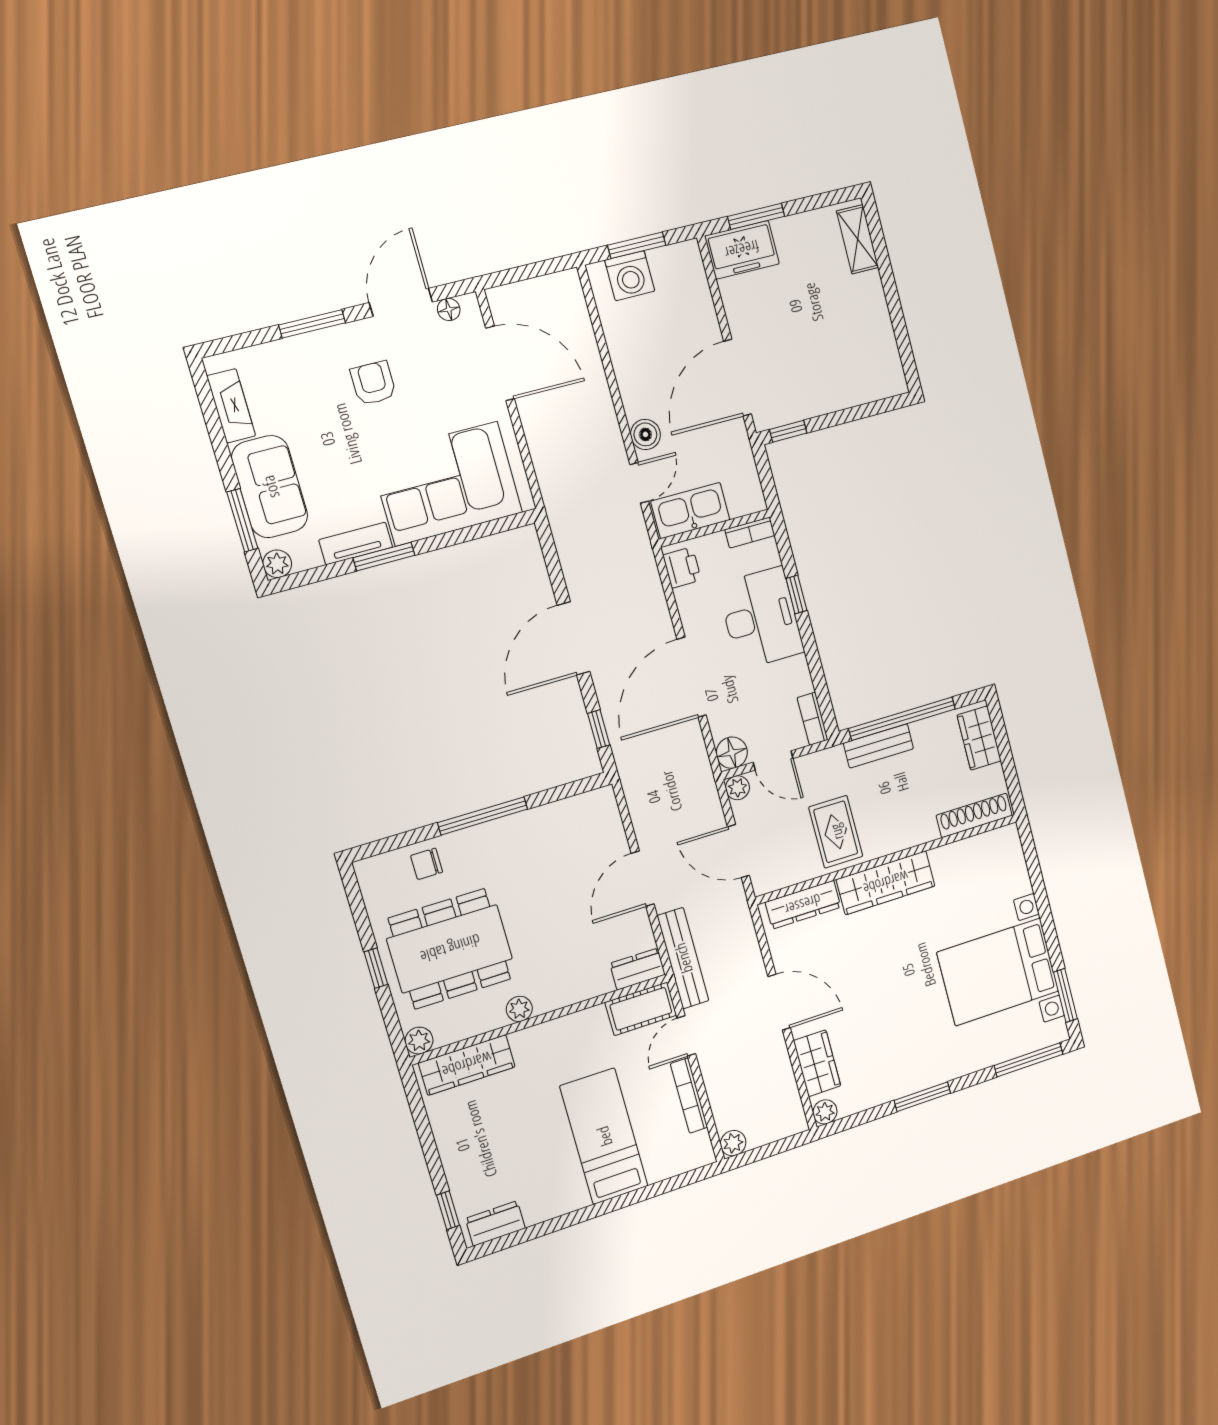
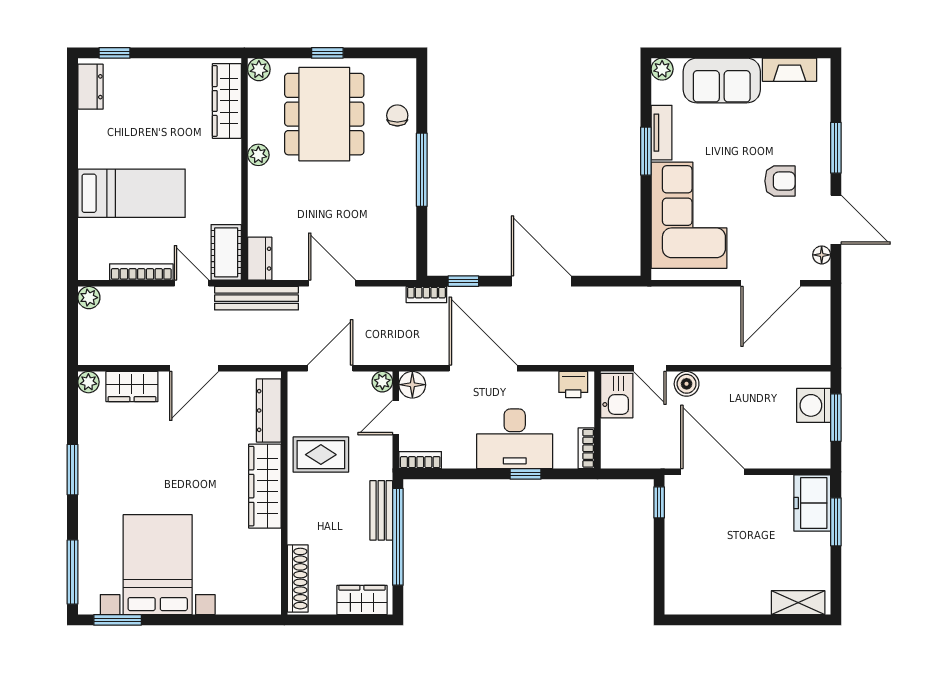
kitchen sink: (690, 511) -> (617, 396), width x0.73
window: (242, 520) -> (702, 53), removed
bookcase: (626, 767) -> (426, 295), added

